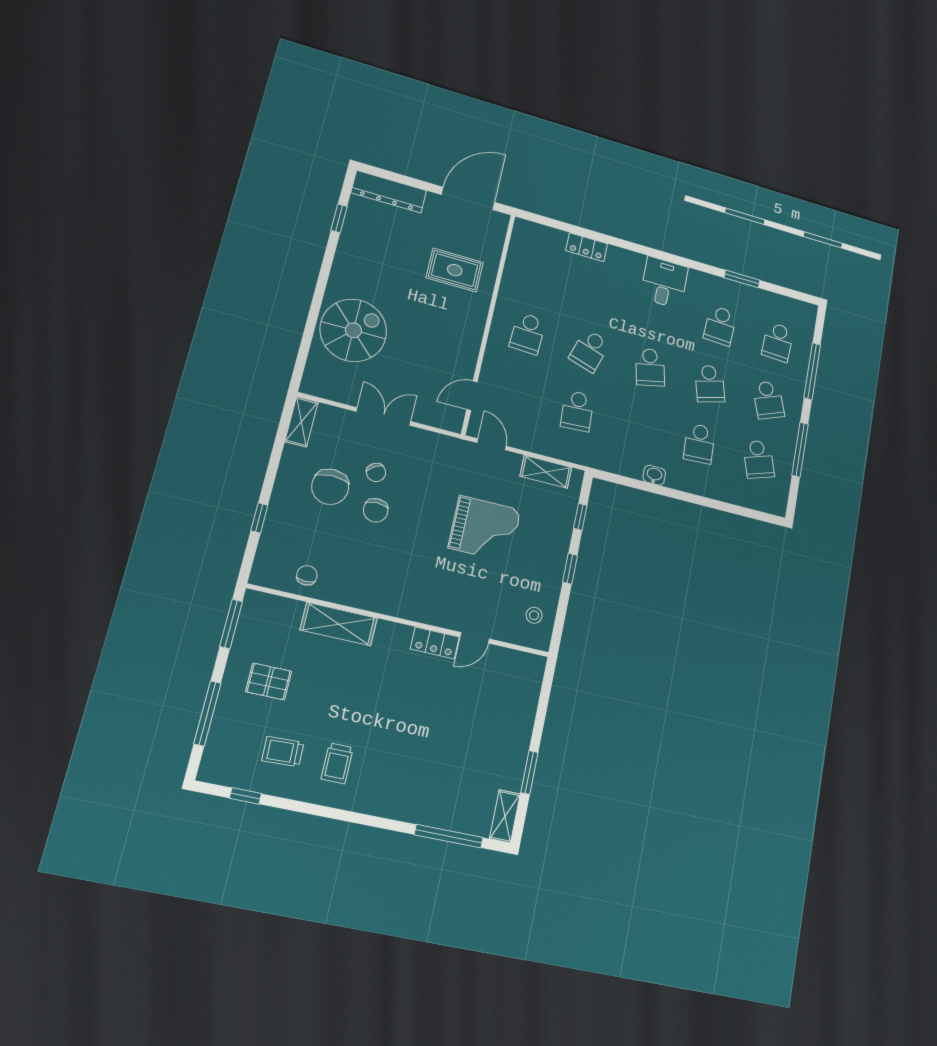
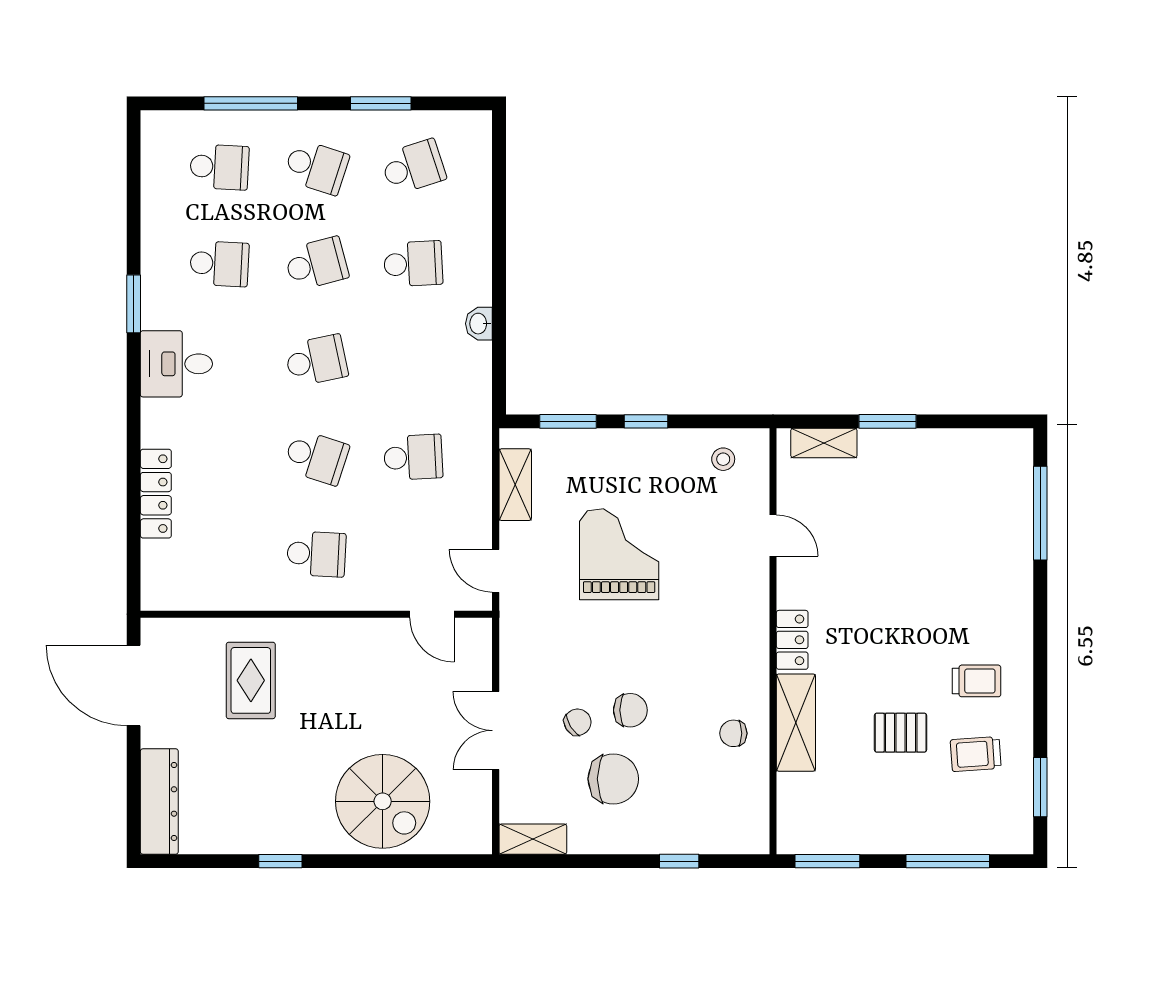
window: (339, 218) -> (280, 861), moved
locker: (587, 247) -> (156, 494), width x1.53
window: (742, 279) -> (134, 304), moved
spiral stairs: (353, 330) -> (383, 801), turned 180
school desk: (768, 400) -> (316, 167), turned 39
door: (492, 444) -> (496, 571), hinge flipped
window: (800, 450) -> (381, 103), width x0.69
window: (580, 517) -> (568, 421), width x1.50
chair: (307, 575) -> (733, 733), moved
locker: (435, 643) -> (792, 640), moved
pallet: (269, 681) -> (901, 733), moved, turned 90
trolley: (283, 752) -> (976, 754), turned 88
window: (529, 772) -> (888, 421), moved
window: (245, 796) -> (1040, 787), width x1.50
shelving: (505, 816) -> (824, 443), moved

